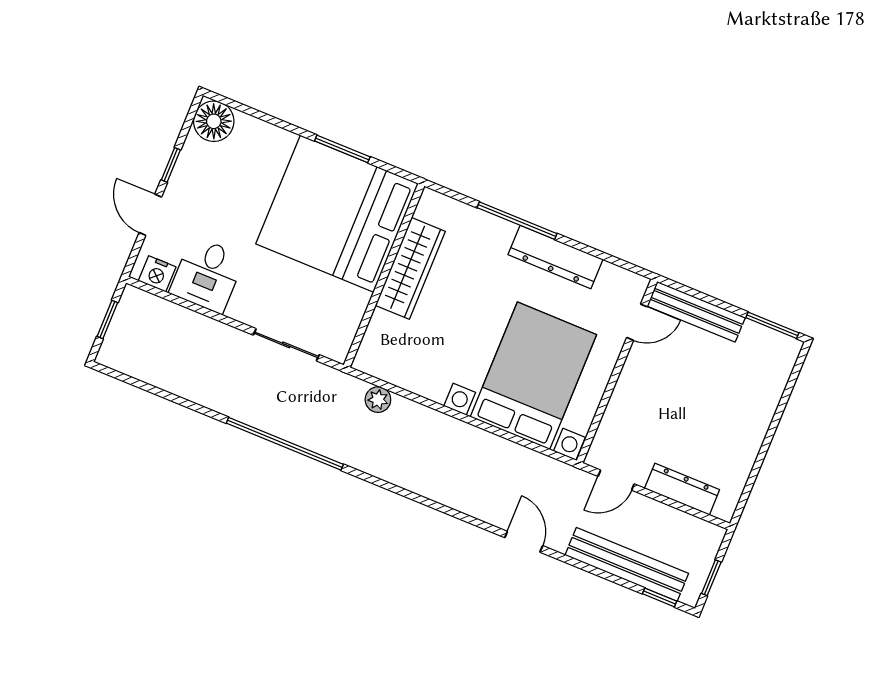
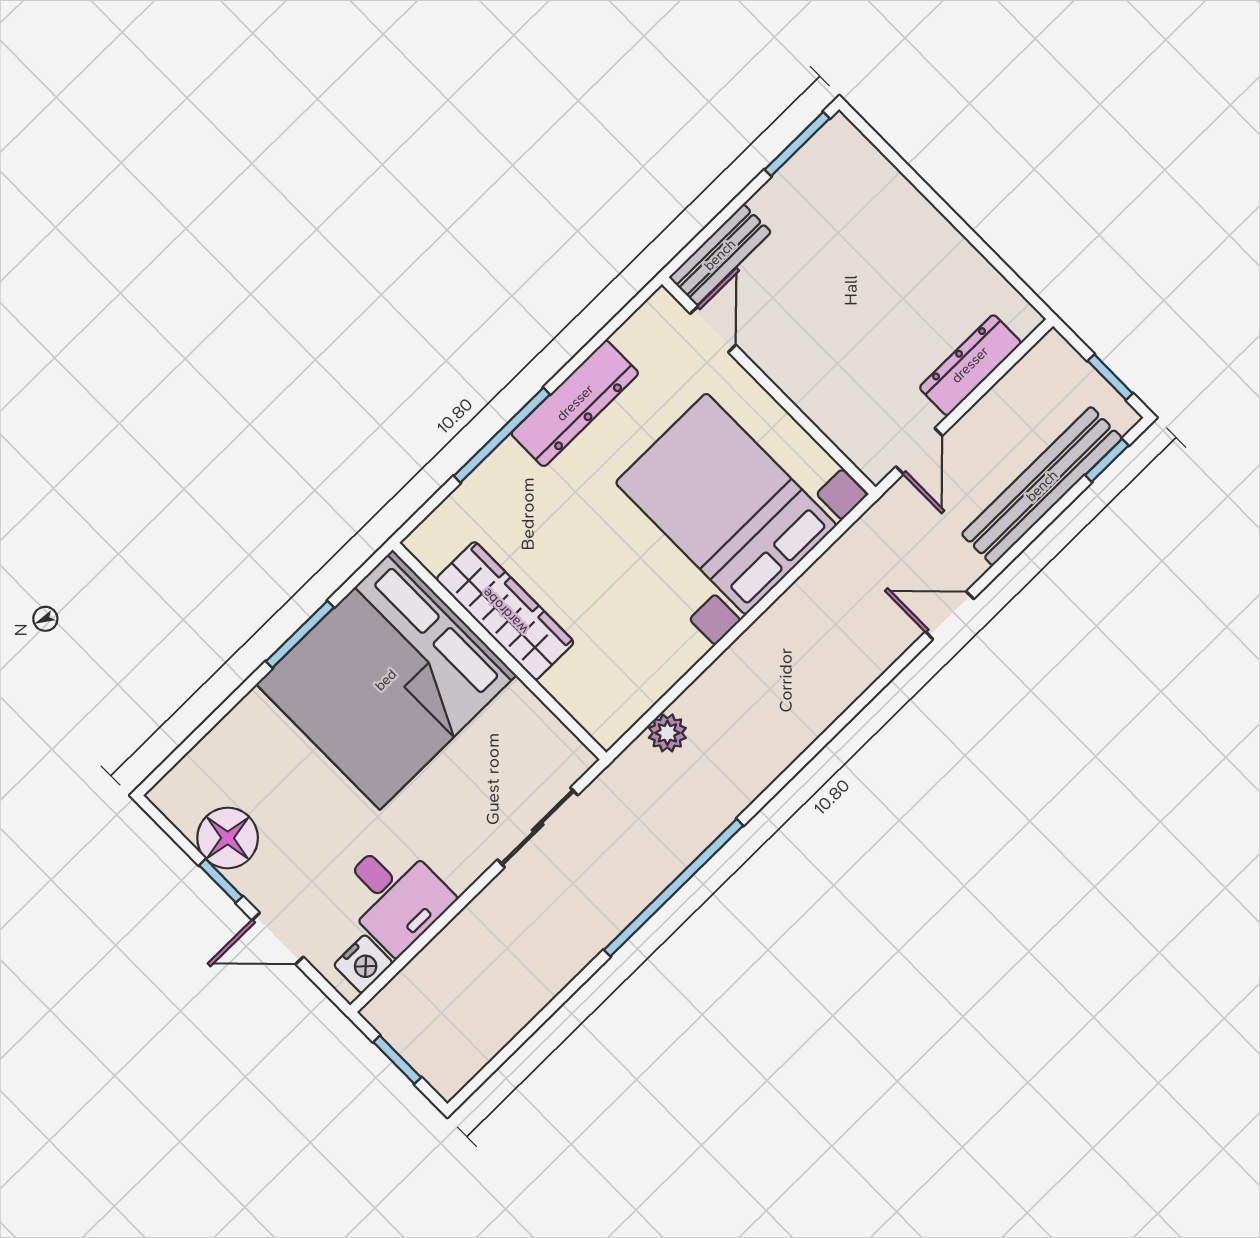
floor lamp: (214, 121) -> (228, 838), moved
bench: (696, 312) -> (720, 255), width x0.73

